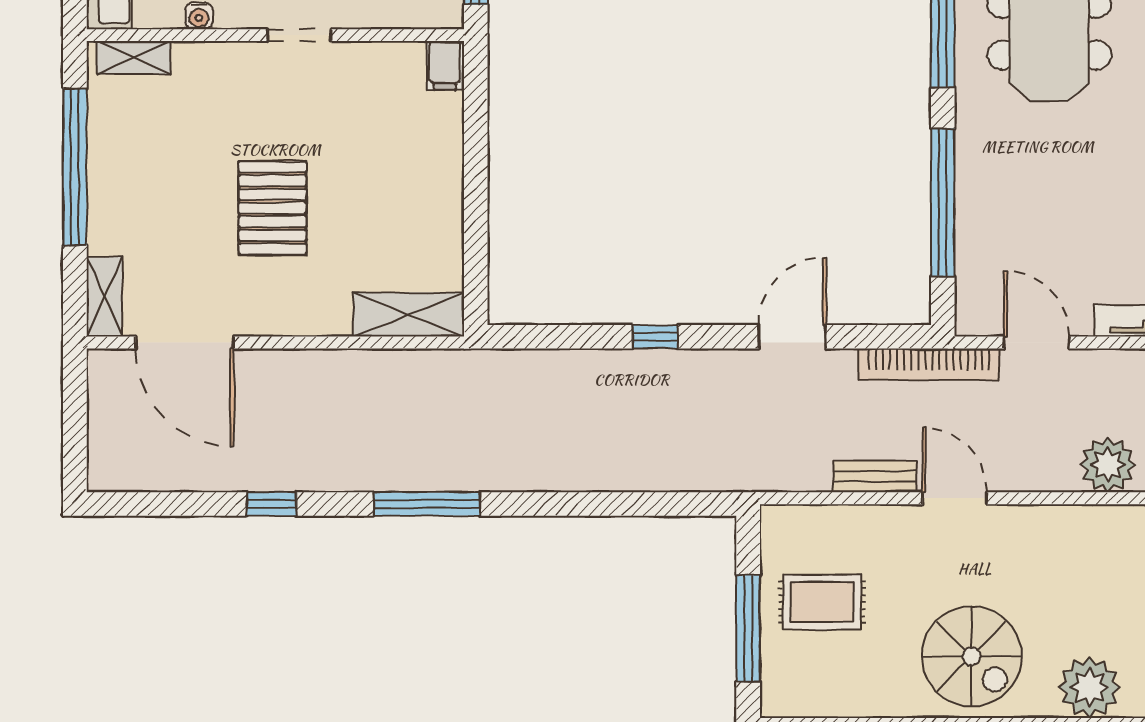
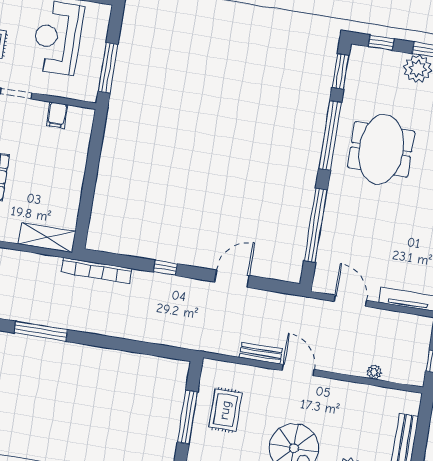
filing cabinet: (445, 65) -> (57, 115), moved
bookcase: (929, 364) -> (96, 270), moved
plant: (1108, 465) -> (374, 372), width x0.53, depth x0.53
rug: (822, 602) -> (225, 410), turned 90

